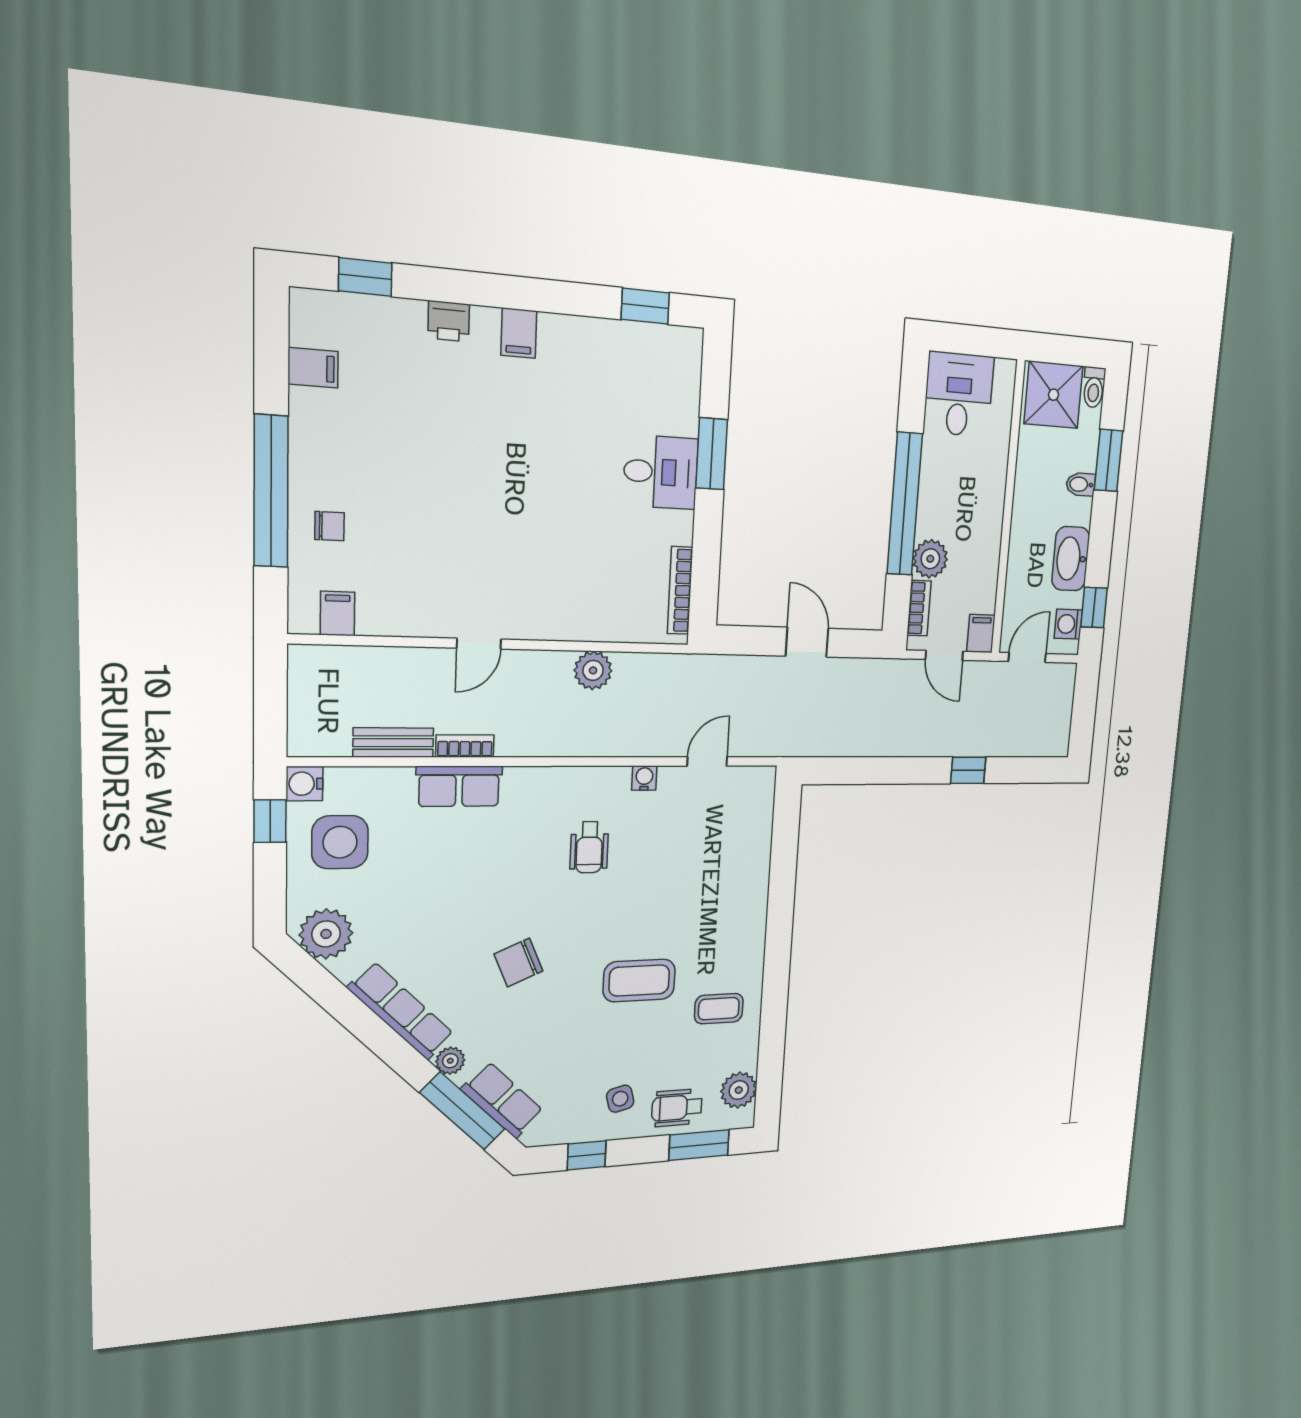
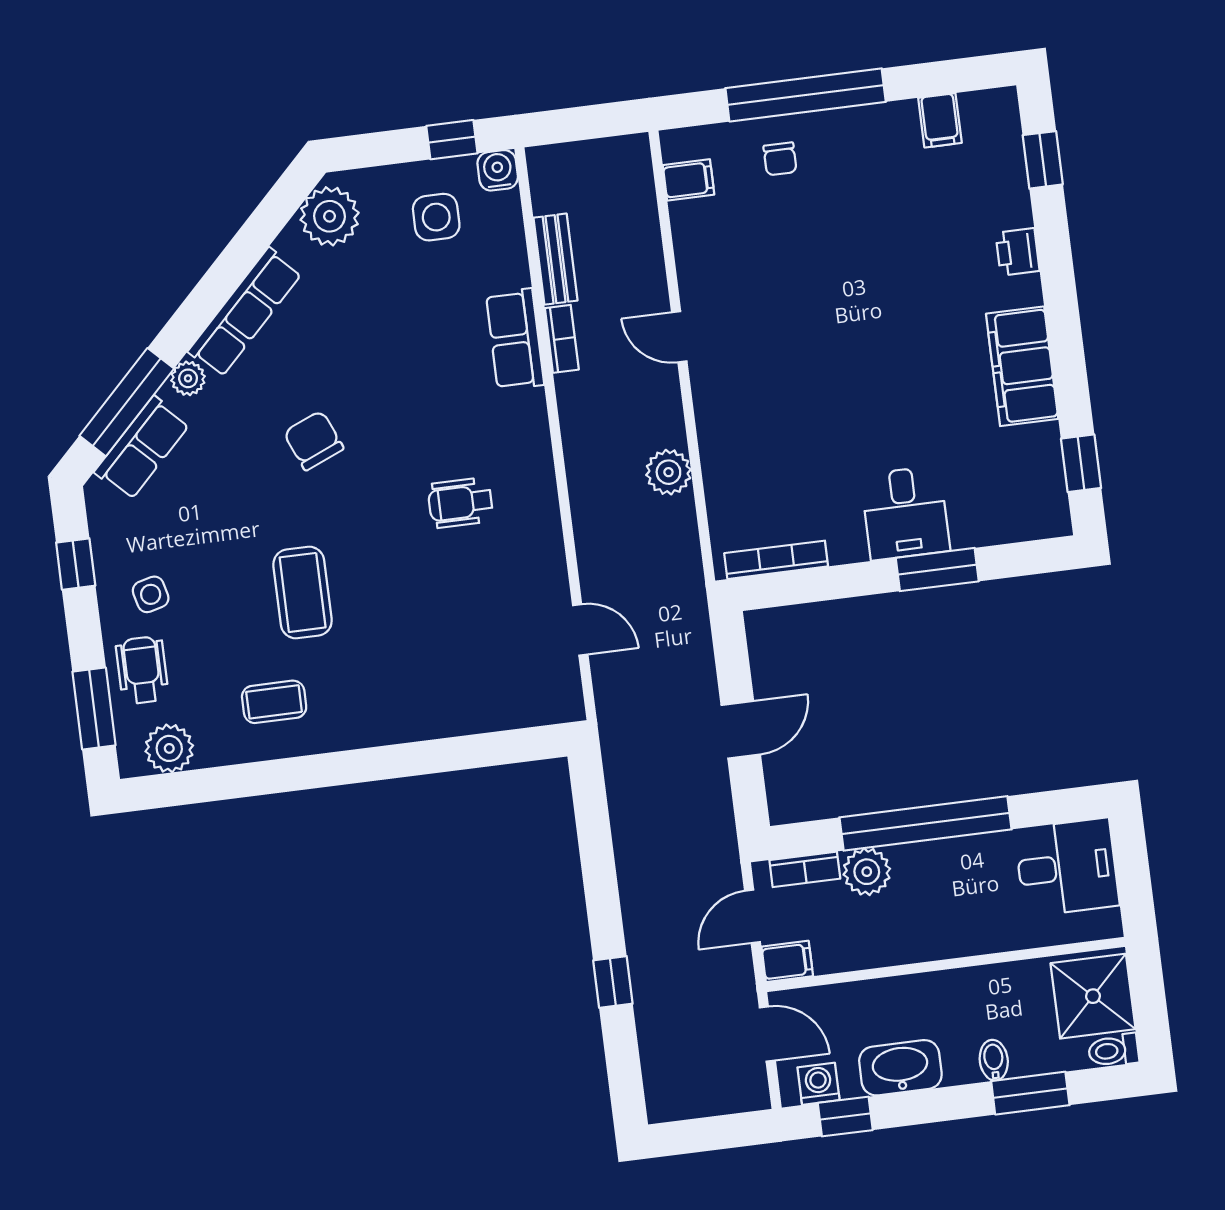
filing cabinet: (519, 333) -> (1022, 366), width x3.00, depth x1.17
water cooler: (644, 778) -> (551, 555), removed
side table: (340, 842) -> (436, 217), width x0.73, depth x0.73
coffee table: (719, 1009) -> (274, 702), turned 90

